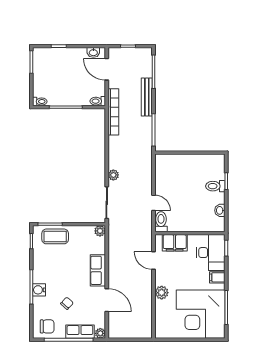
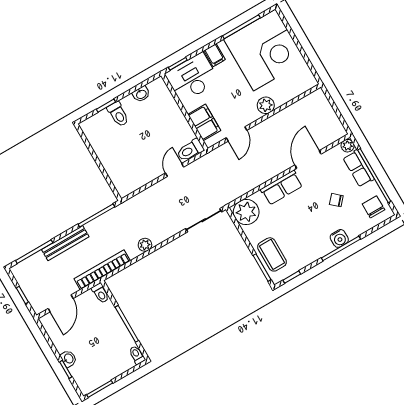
washbasin: (93, 52) -> (68, 359), moved
plant: (113, 175) -> (145, 245), moved
plant: (100, 231) -> (246, 212), width x1.88, depth x1.88

